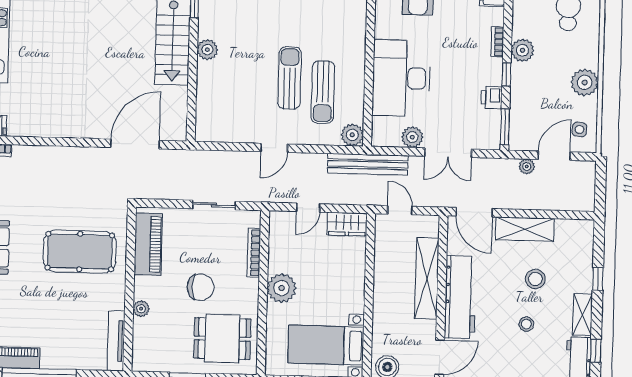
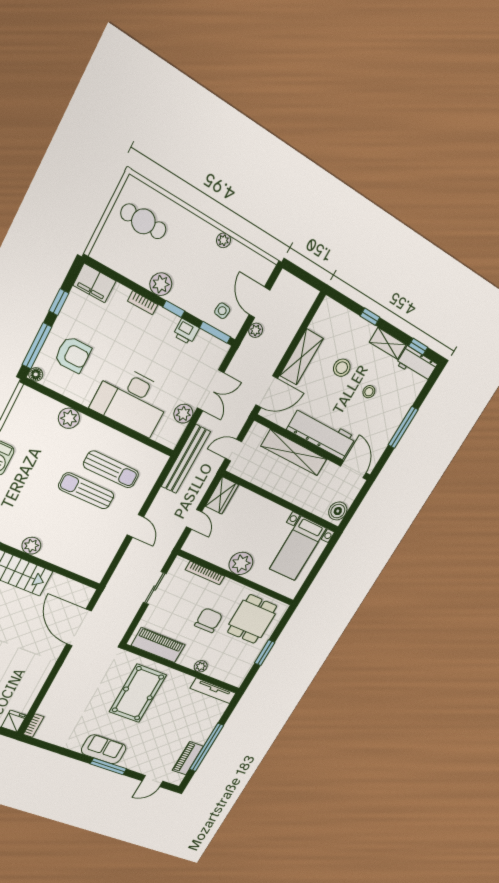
plant: (585, 82) -> (223, 240), width x0.53, depth x0.53
side table: (579, 129) -> (222, 311), moved
plant: (352, 135) -> (69, 418), moved

